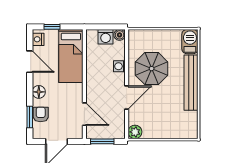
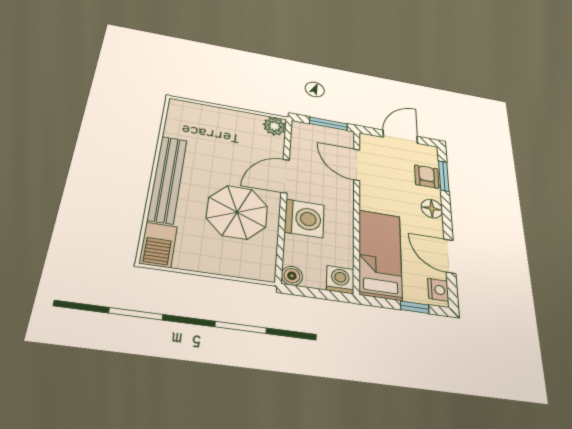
washing machine: (106, 37) -> (340, 280), moved
washing machine: (119, 66) -> (304, 218), width x1.89, depth x1.89
armchair: (41, 114) -> (427, 177), turned 180

